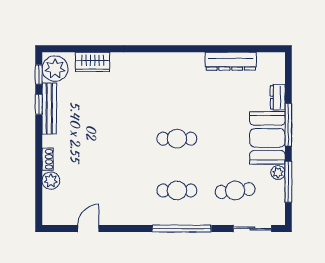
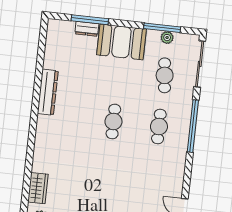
dresser: (231, 61) -> (48, 92), moved
window: (288, 125) -> (90, 20), moved
plant: (278, 173) -> (167, 38), moved
sliding door: (252, 229) -> (200, 64), width x1.37

